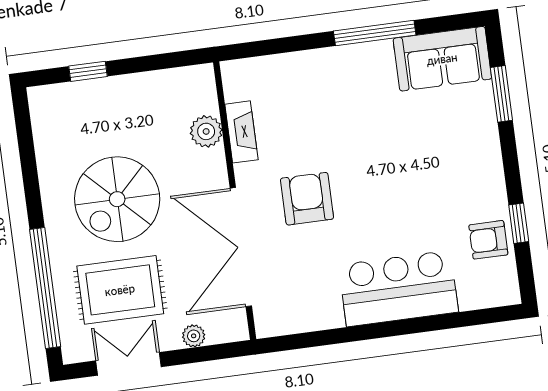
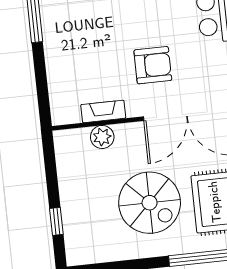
armchair: (307, 199) -> (153, 65), turned 180

